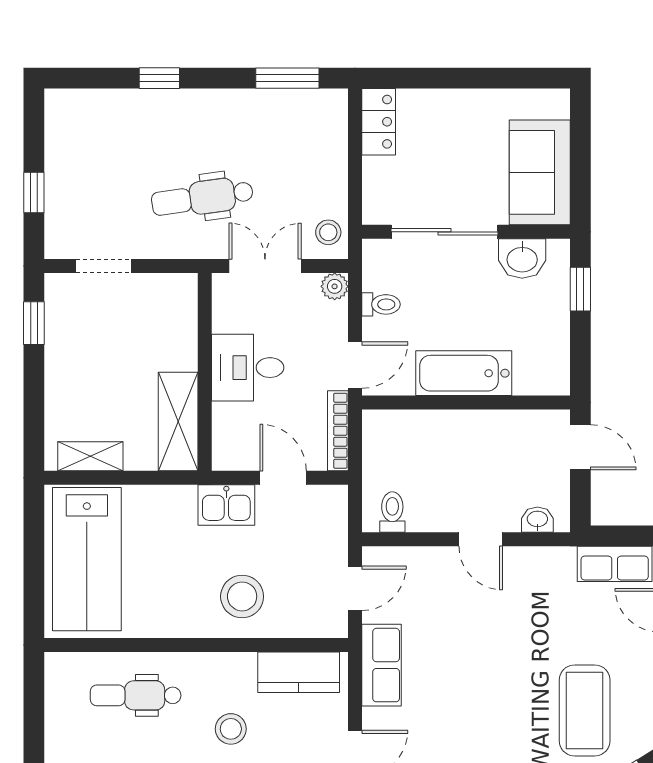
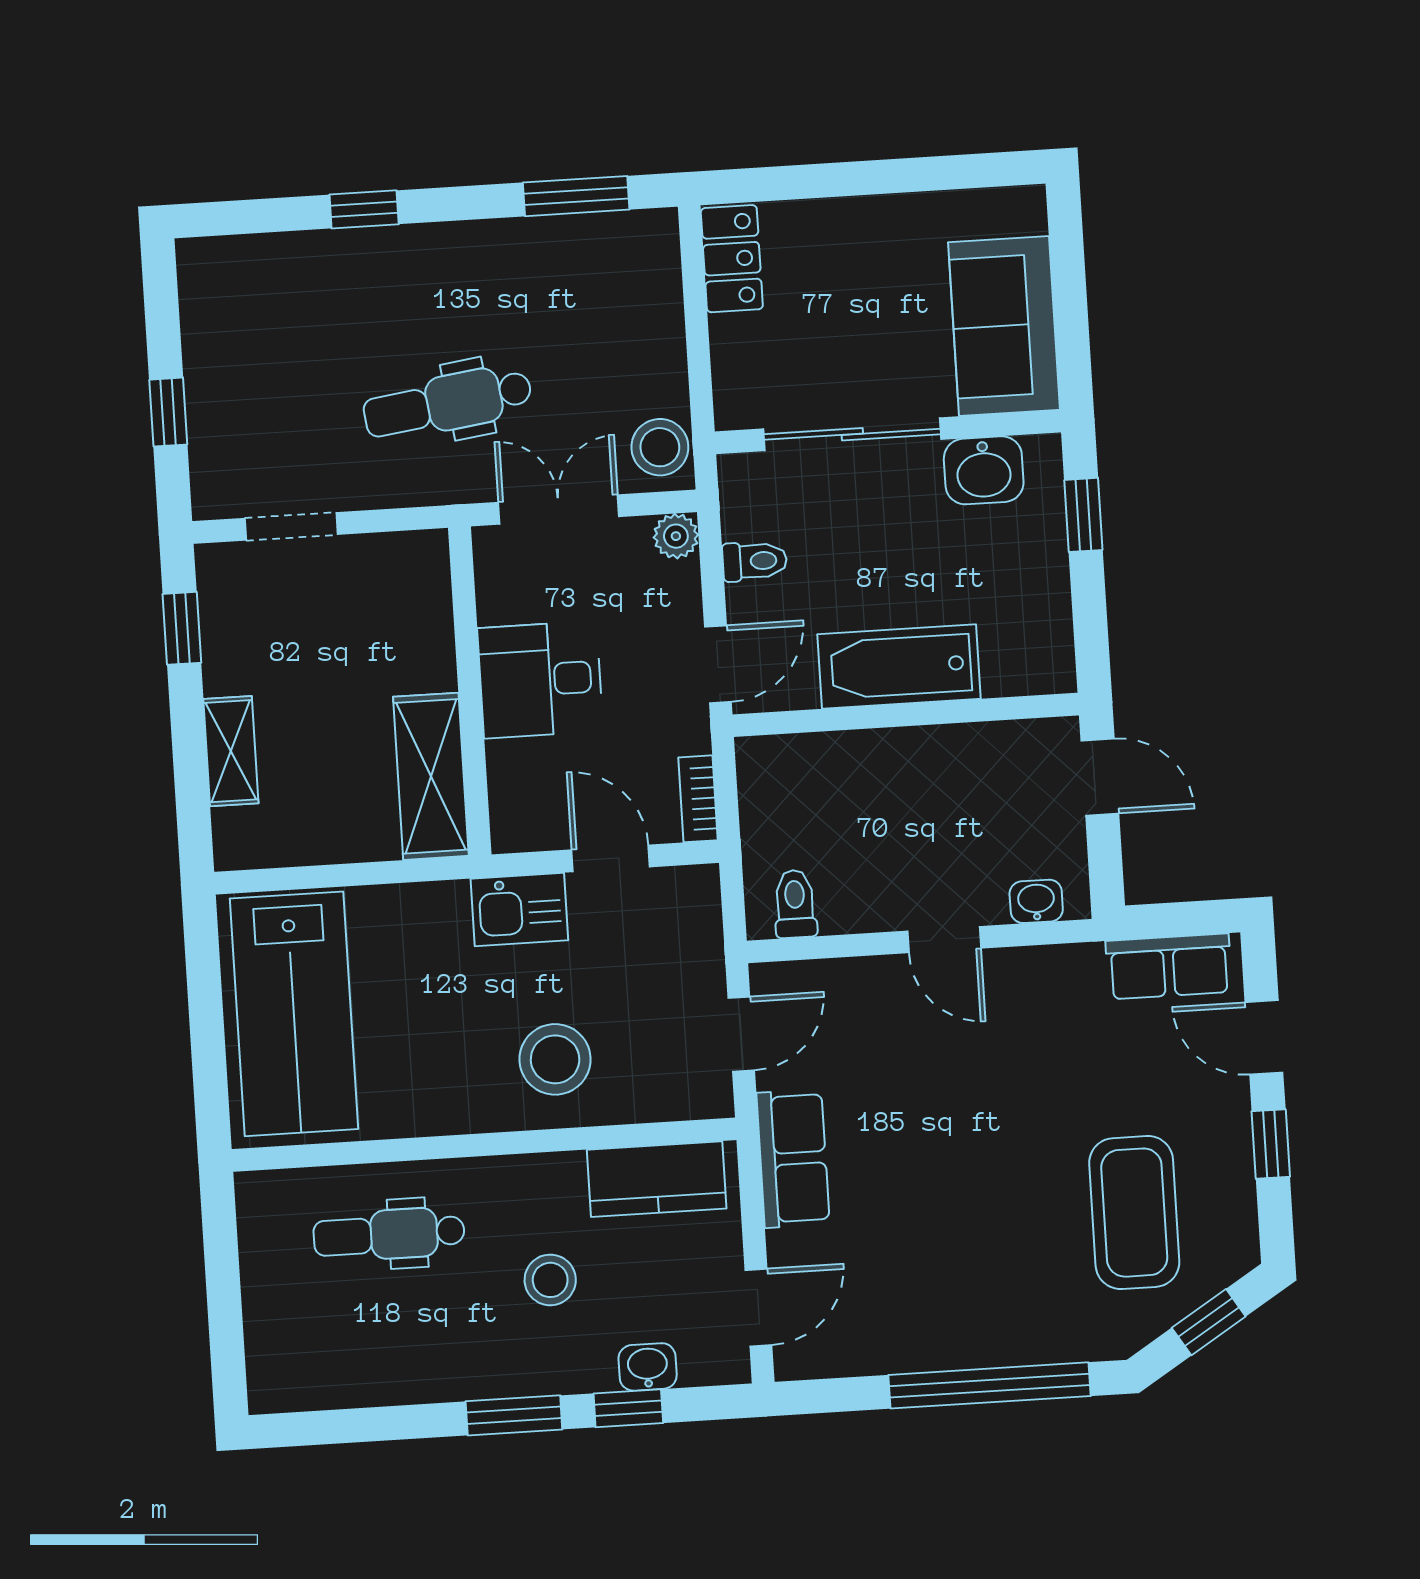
stool: (328, 232) -> (660, 447), width x1.37, depth x1.37
bookcase: (338, 431) -> (698, 799), width x0.64
shelving: (90, 456) -> (231, 751), moved, turned 90

